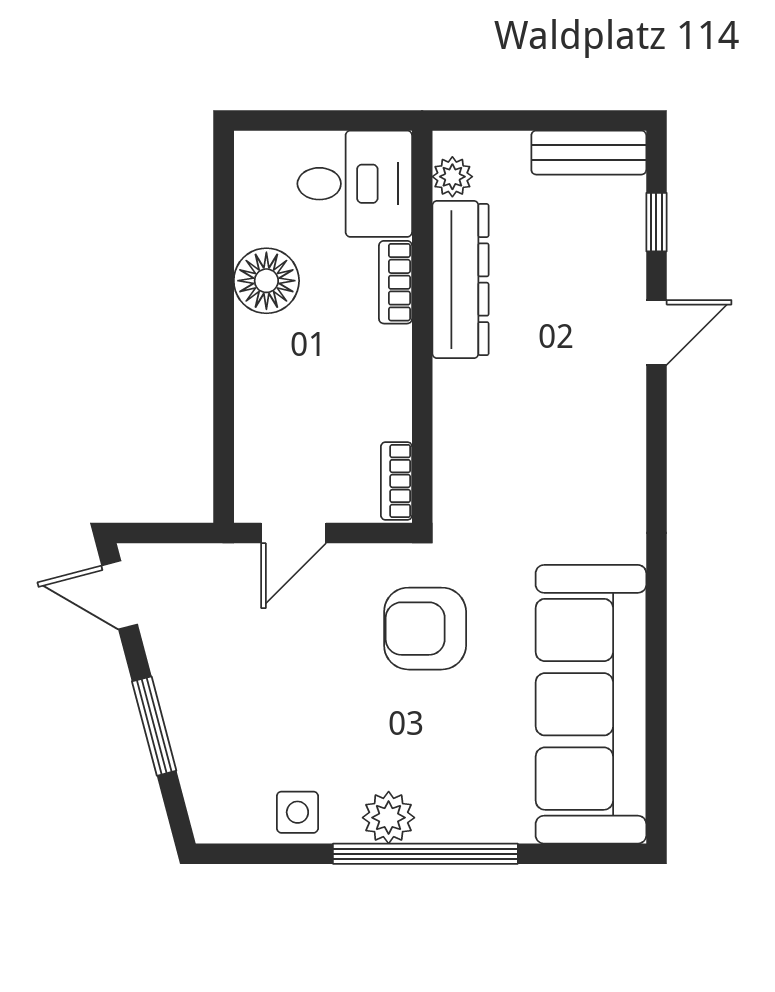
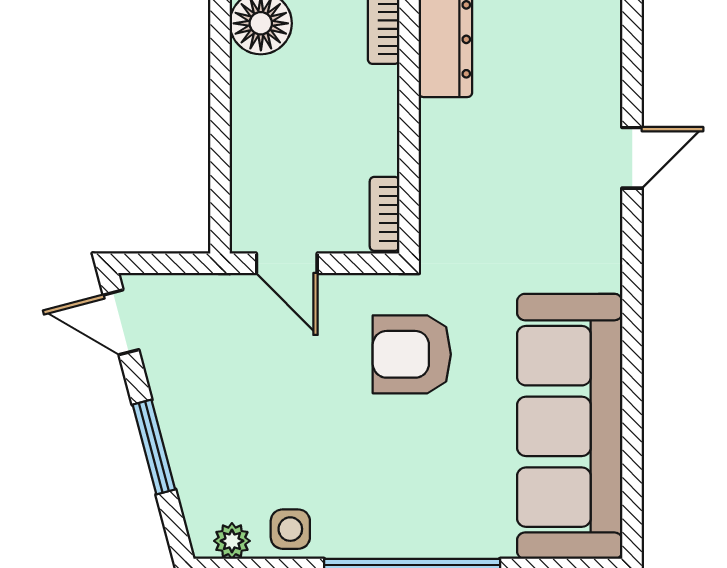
door: (656, 332) -> (632, 158), moved
door: (294, 533) -> (287, 263), hinge flipped
plant: (389, 818) -> (232, 541), moved, width x0.73, depth x0.73

